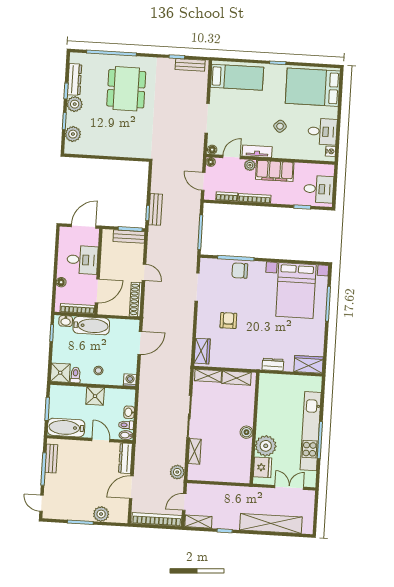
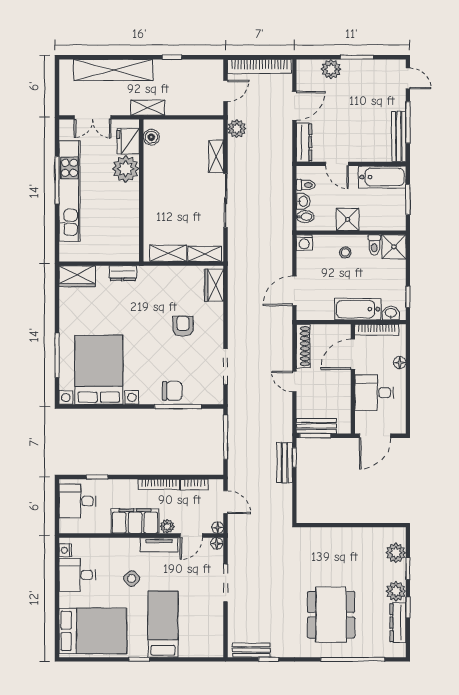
bed: (237, 77) -> (163, 624), moved, turned 90
armchair: (228, 321) -> (183, 326), turned 180
boiler: (246, 432) -> (151, 137), moved
bidet: (126, 435) -> (305, 217), moved
bench: (51, 459) -> (399, 136), width x1.36
shelving: (198, 522) -> (148, 108), moved

